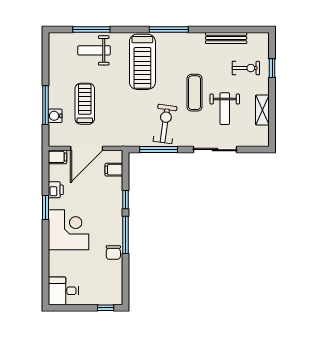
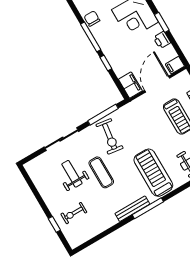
bench: (226, 38) -> (132, 209), moved
shelving: (262, 110) -> (43, 189), removed
filing cabinet: (114, 170) -> (130, 85), width x2.00

